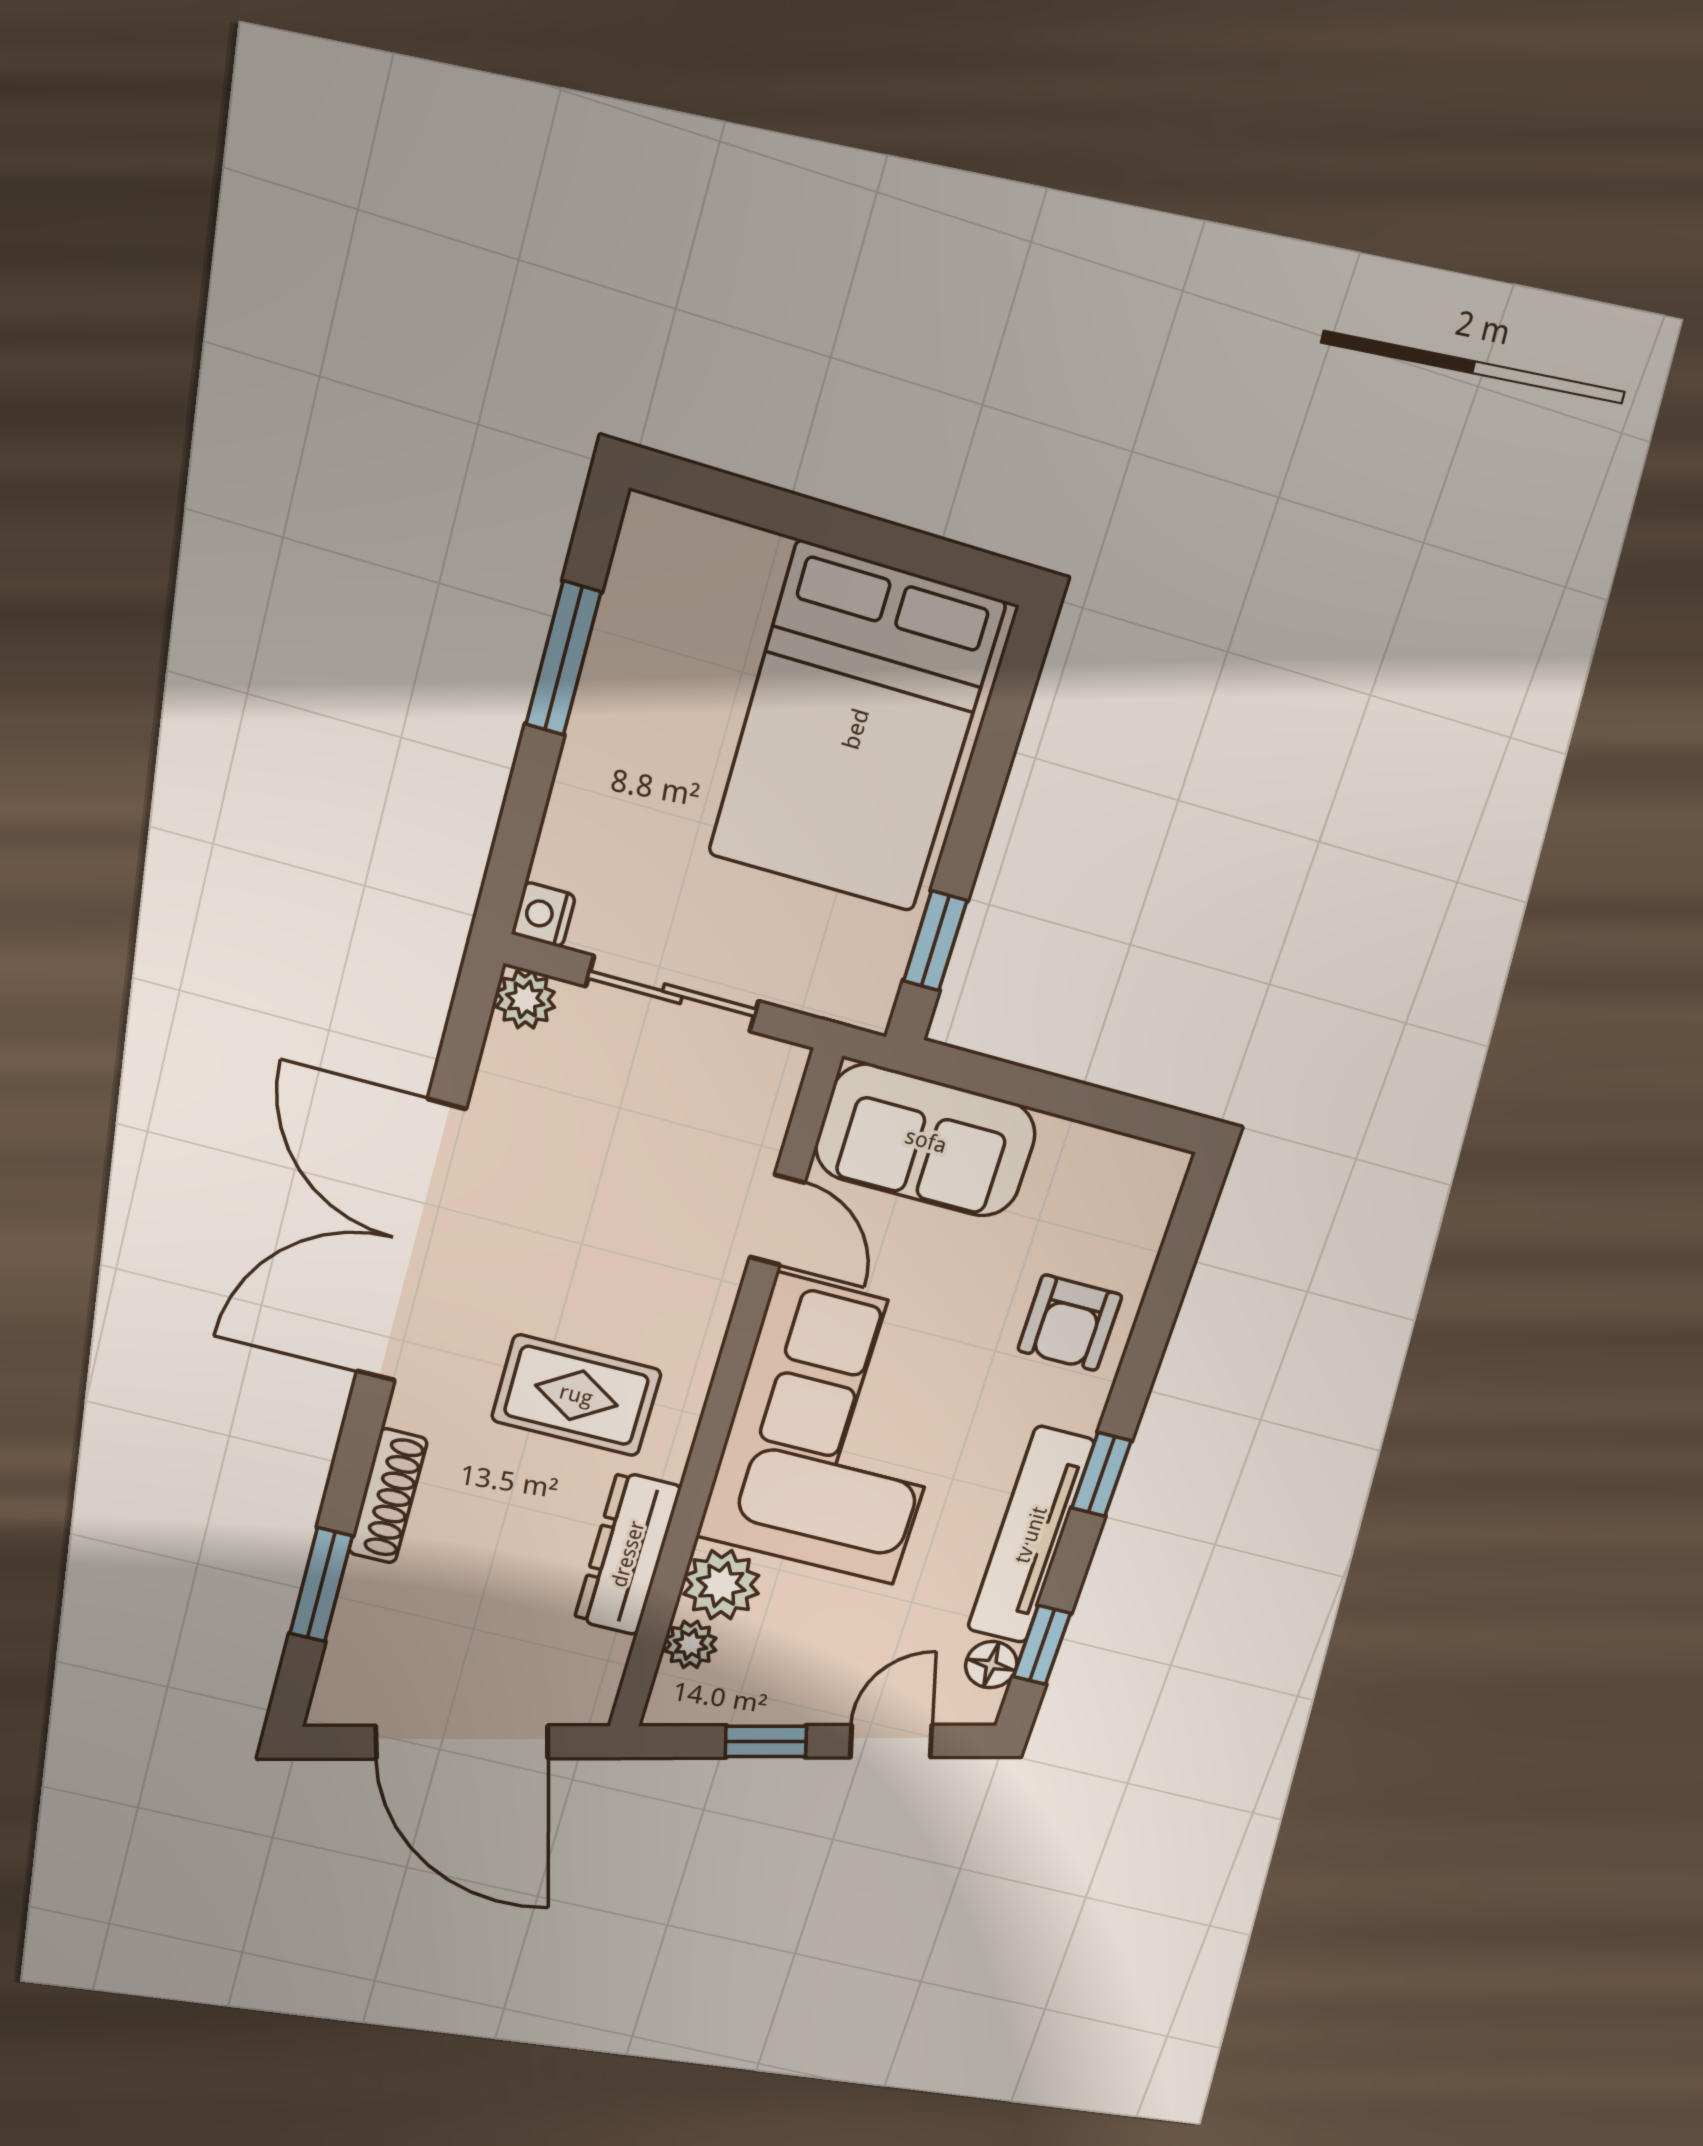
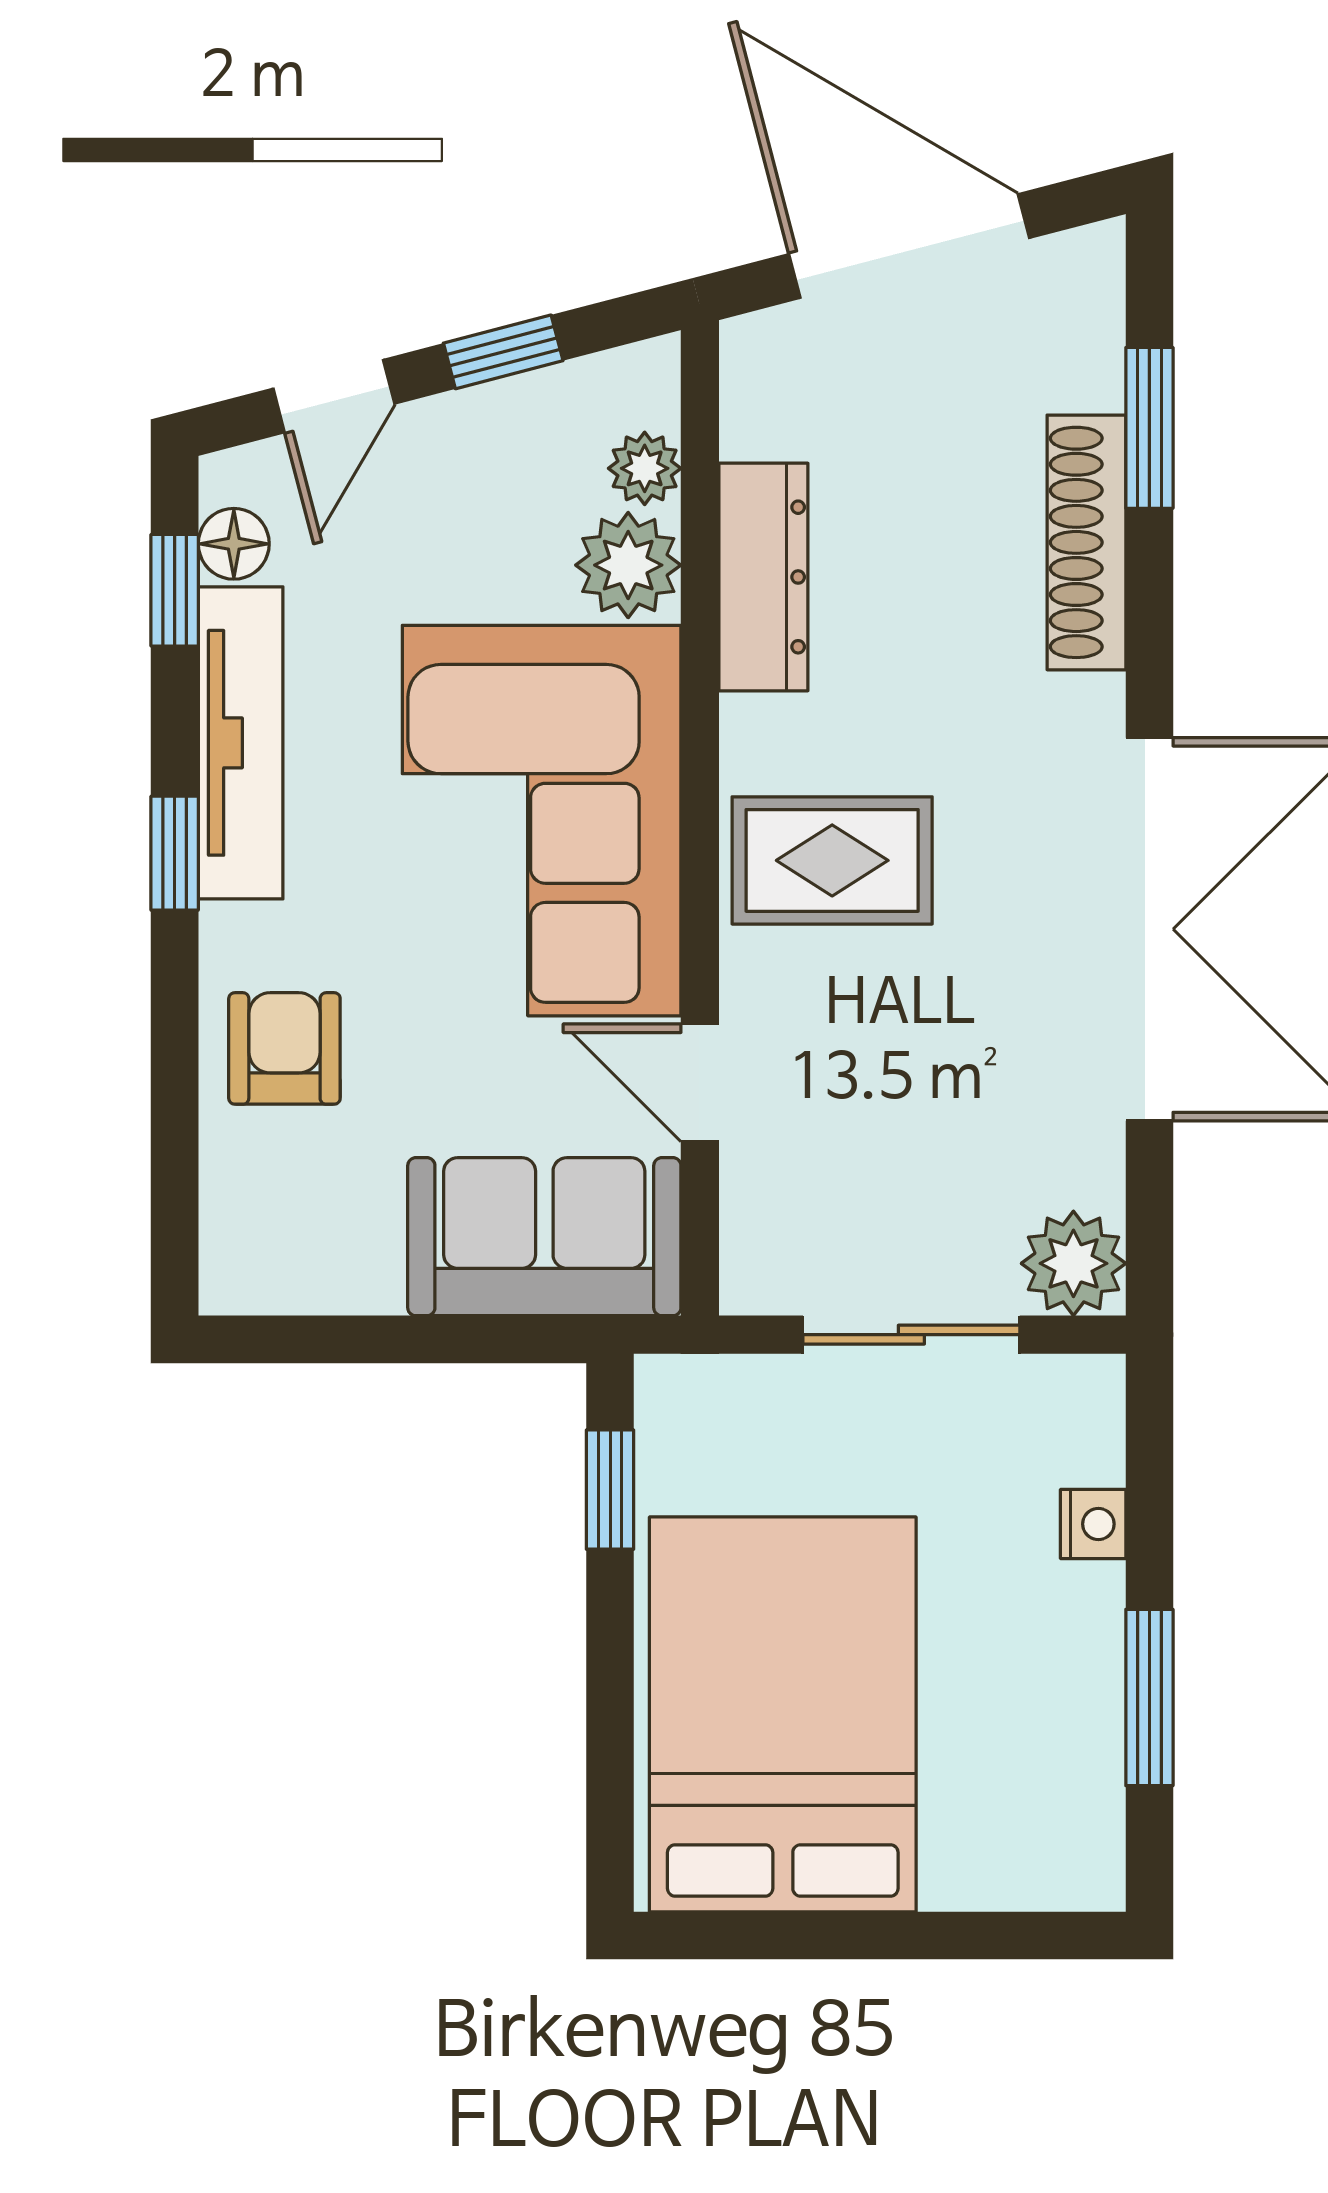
nightstand: (543, 915) -> (1093, 1524), moved
plant: (525, 999) -> (1073, 1263), width x1.38, depth x1.38
rug: (576, 1395) -> (832, 860), moved
shoe rack: (388, 1496) -> (1086, 542), width x1.36, depth x1.24

